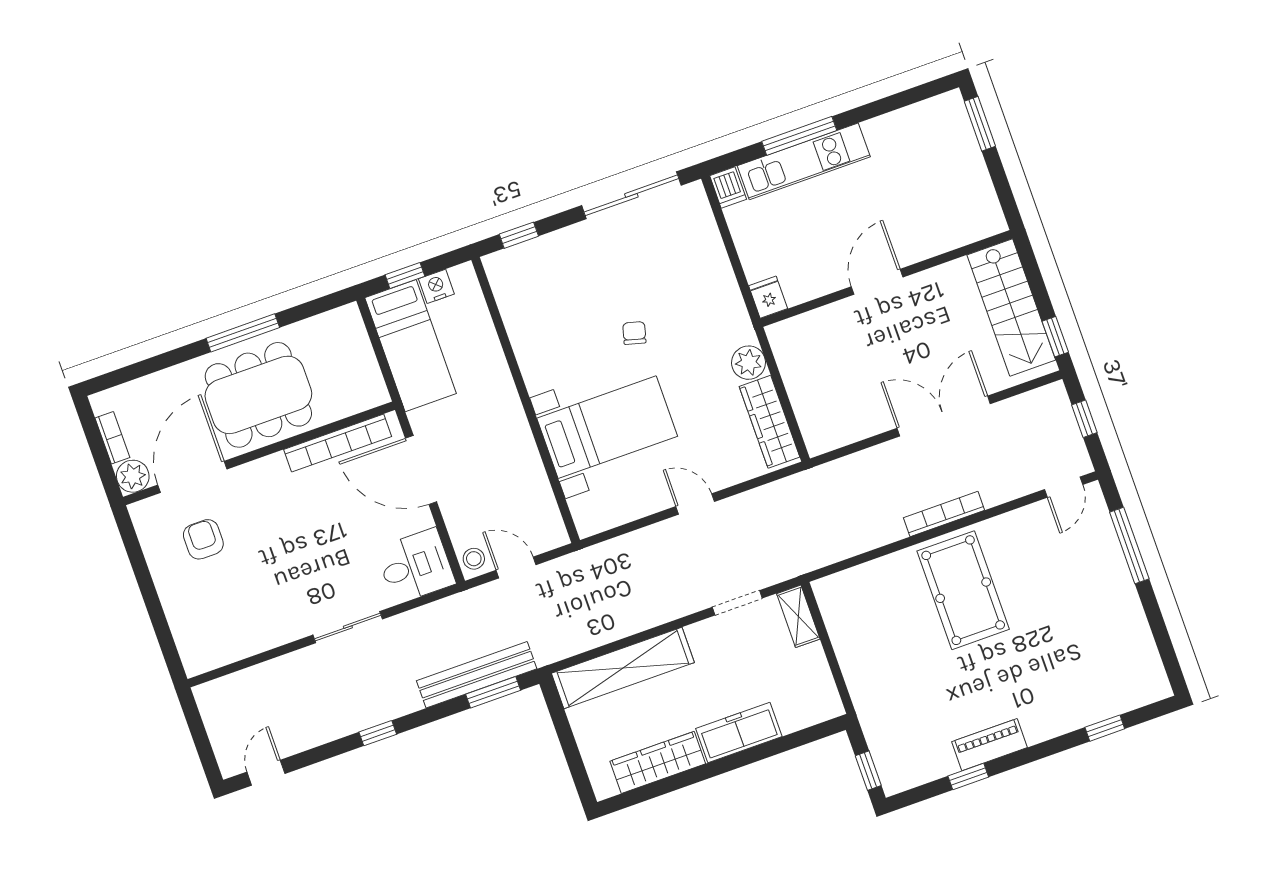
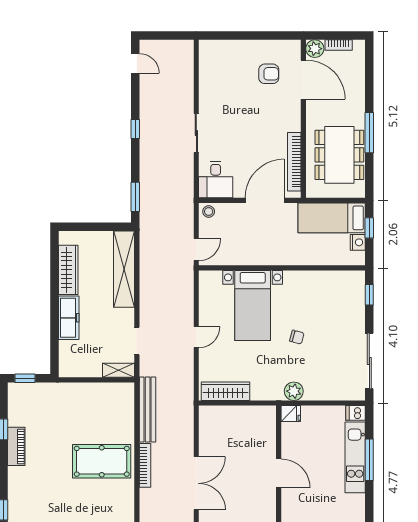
plant: (749, 363) -> (294, 391), moved
dining table: (258, 395) -> (339, 155), moved
door: (516, 567) -> (196, 250), moved
bench: (477, 675) -> (148, 410), moved

